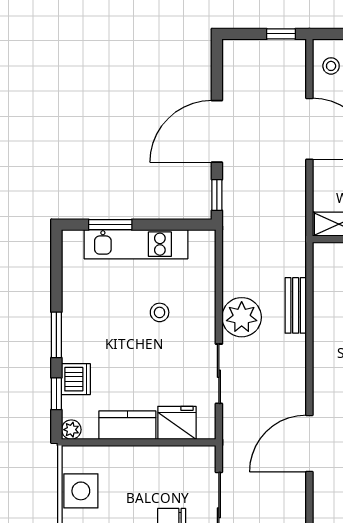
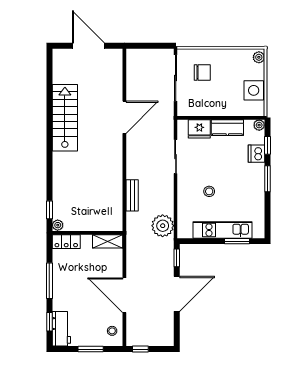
plant: (242, 317) -> (163, 226), moved

